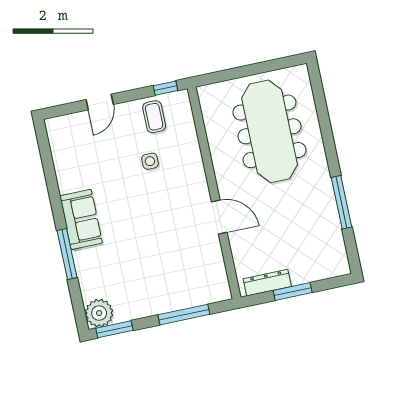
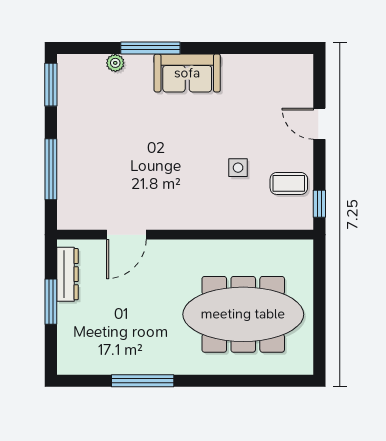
door: (219, 217) -> (126, 235), moved
plant: (99, 313) -> (115, 63), moved, width x0.53, depth x0.53

